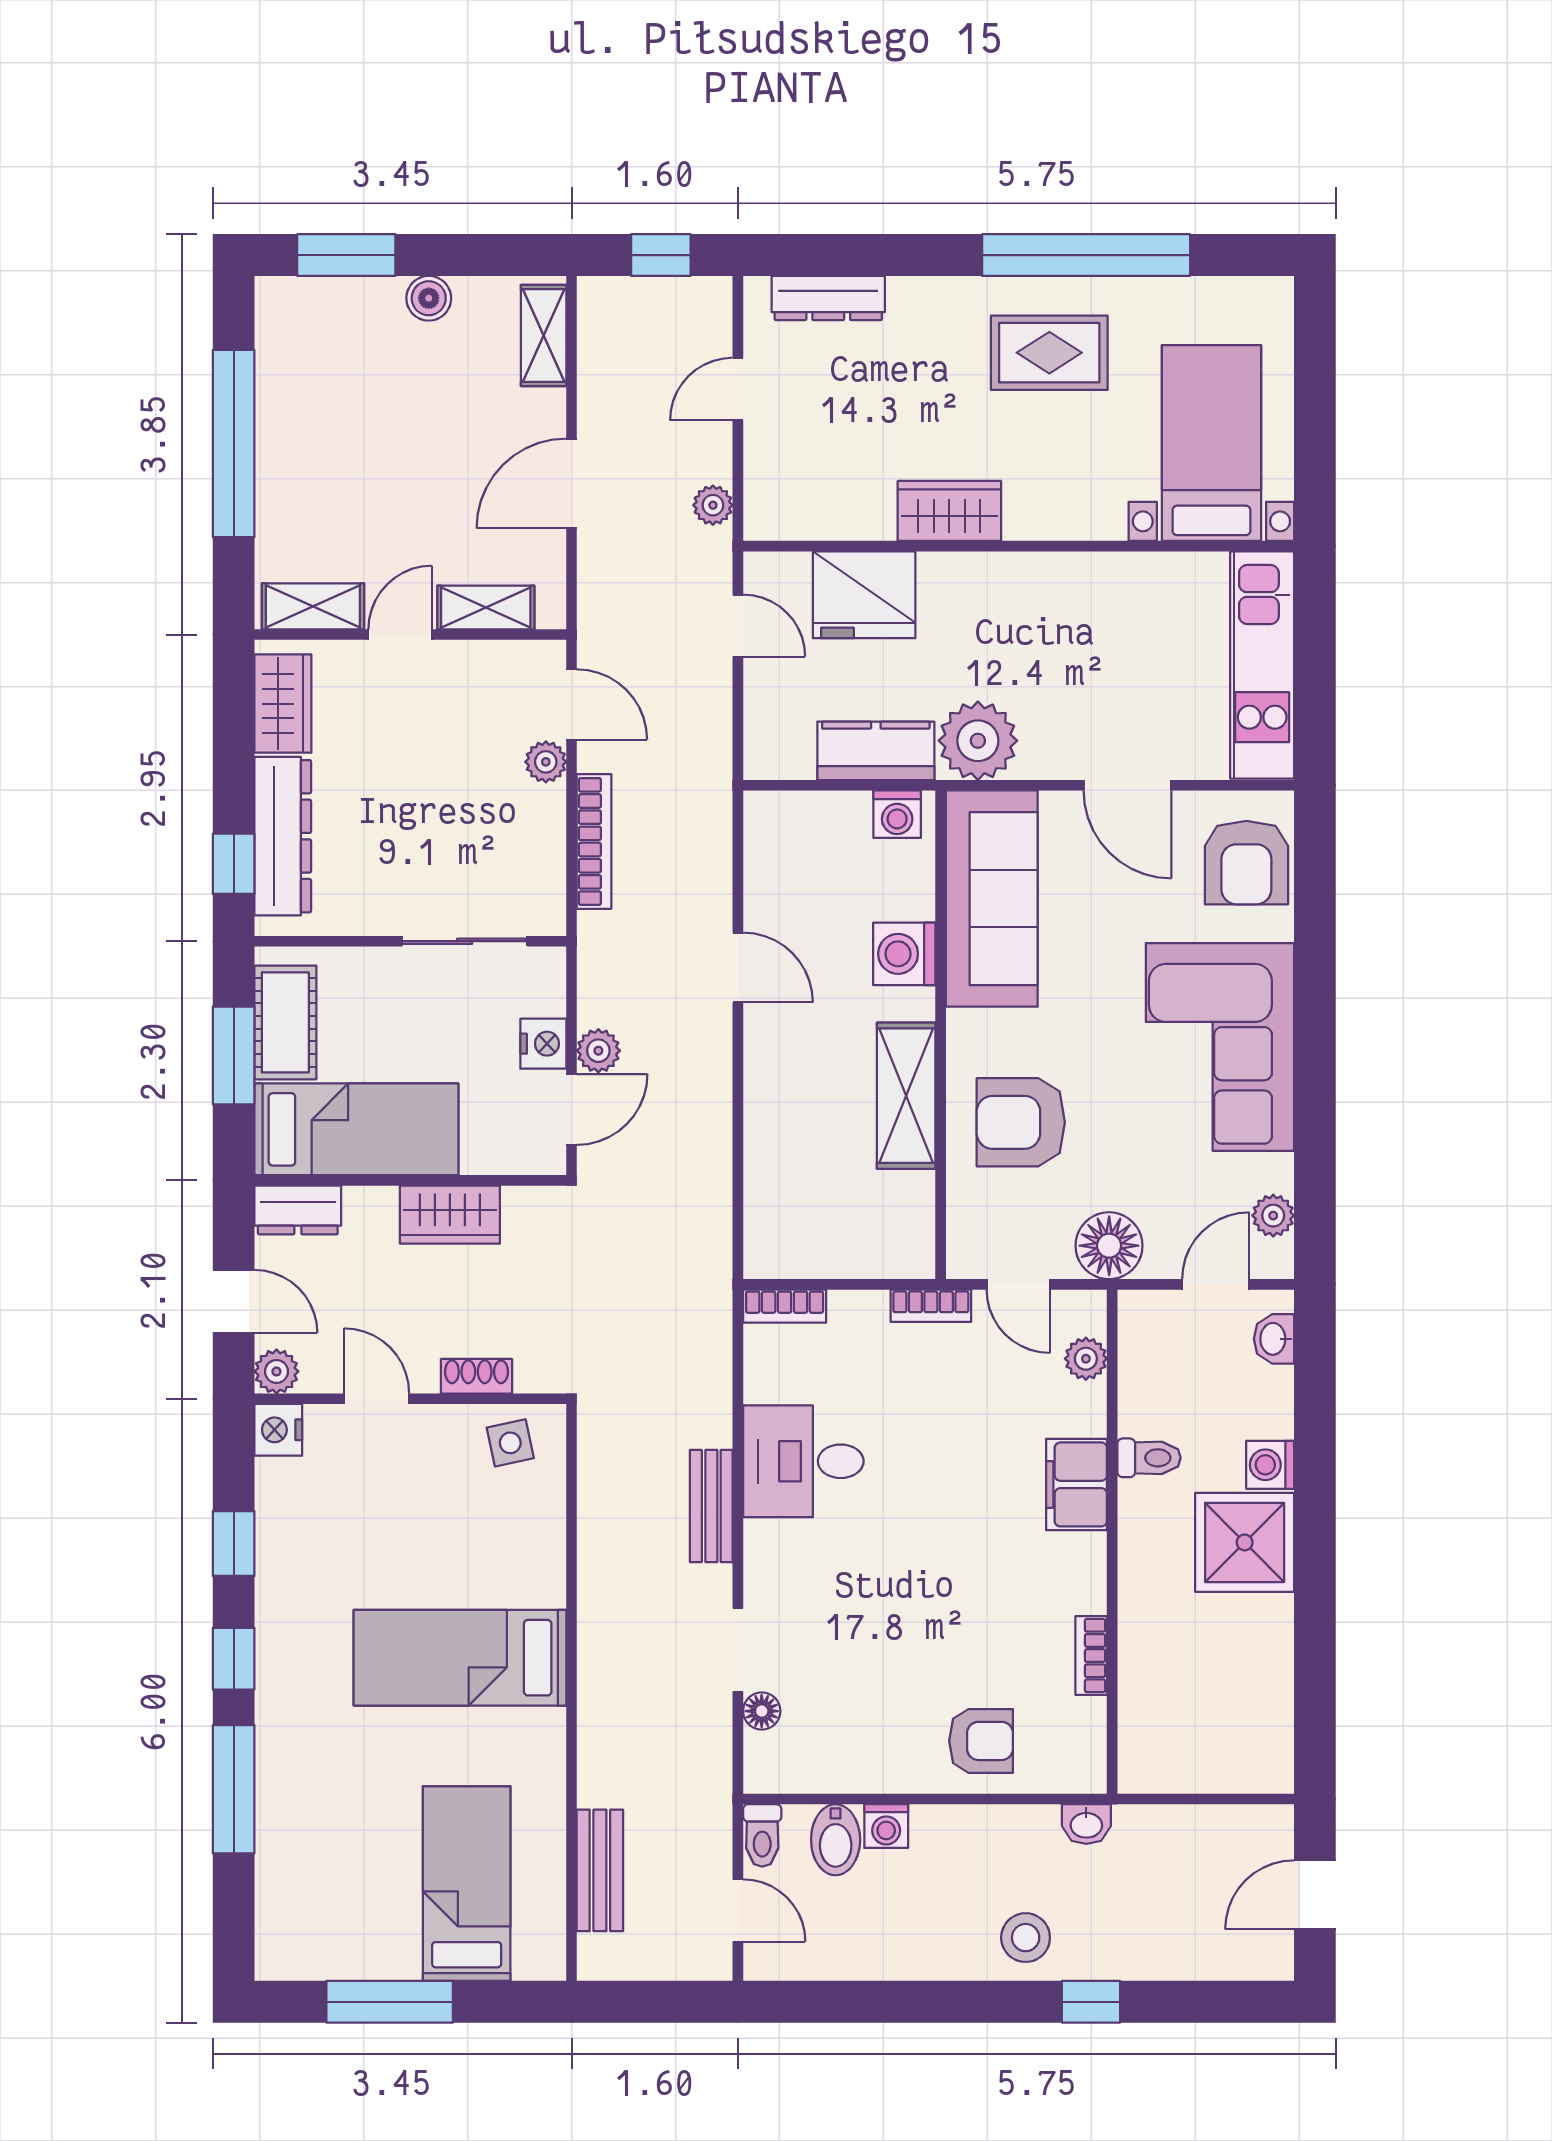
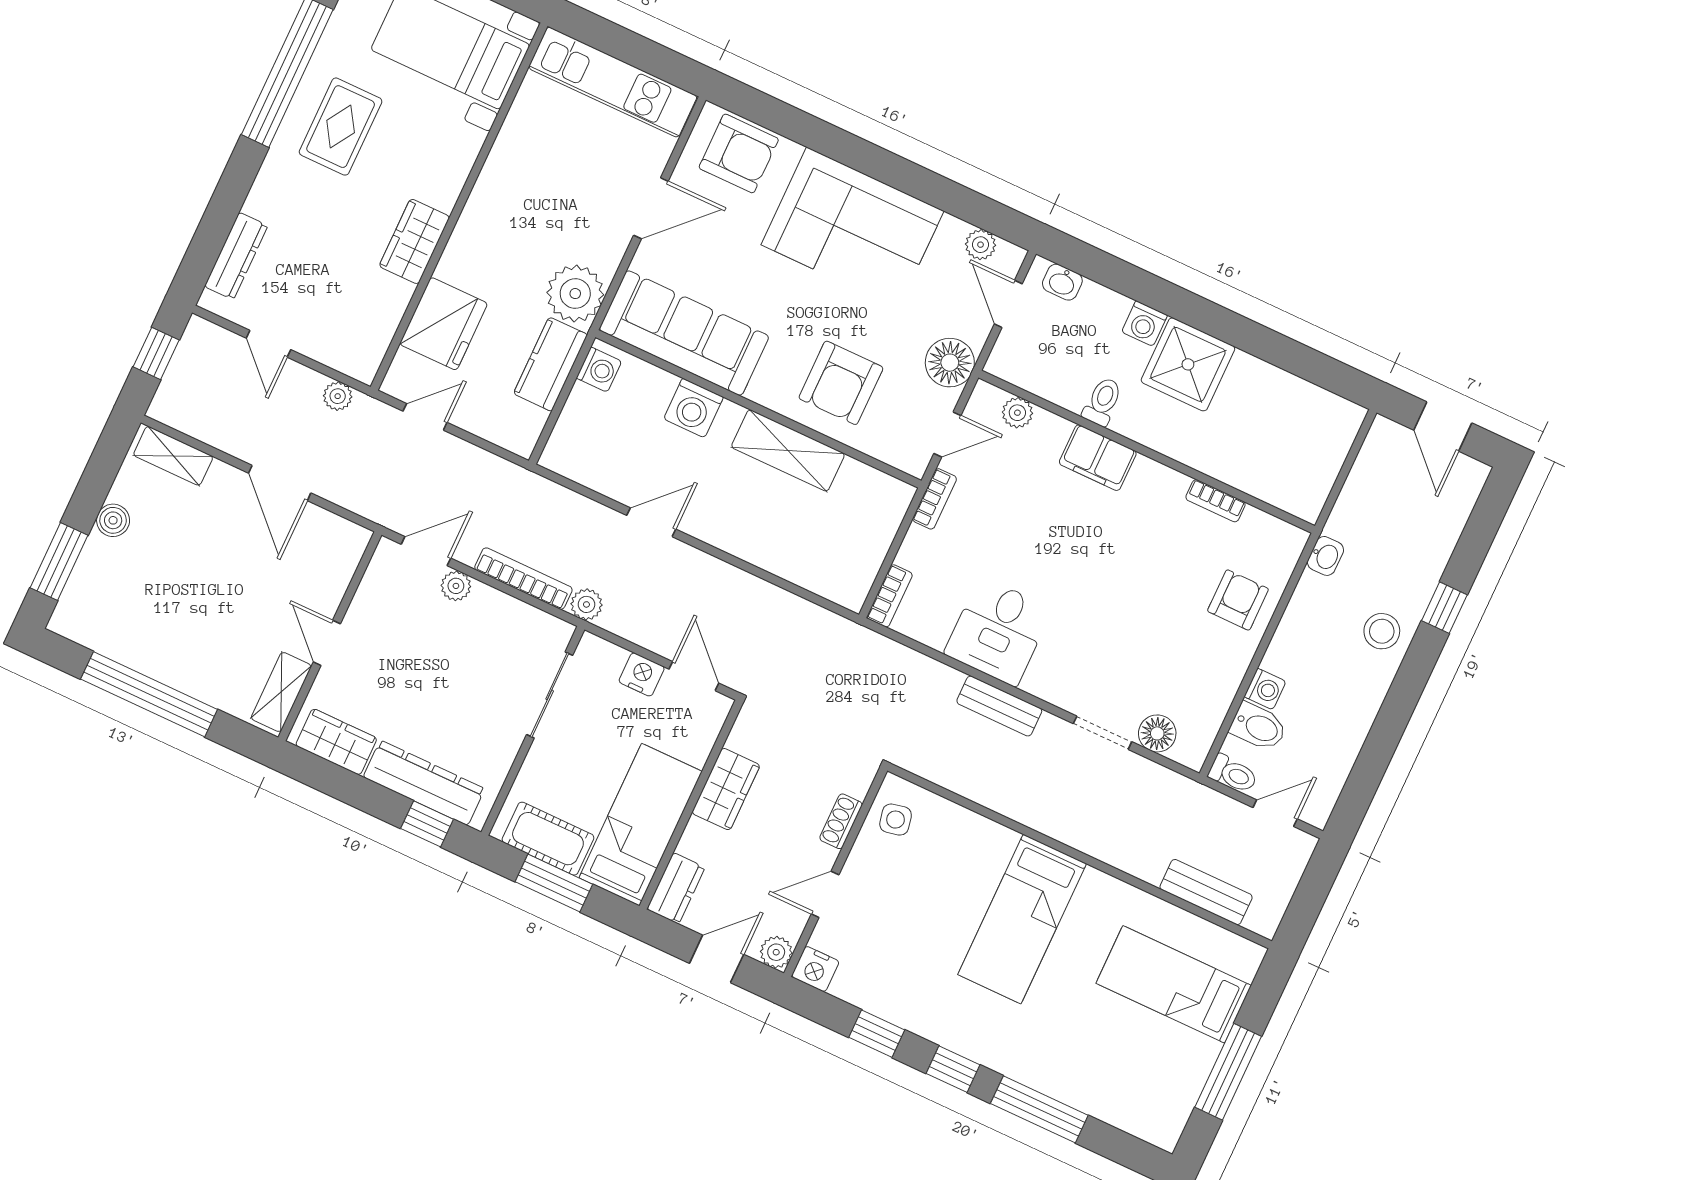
shelving: (486, 607) -> (335, 578), removed
plant: (598, 1051) -> (586, 604), moved
floor lamp: (762, 1711) -> (1157, 733), width x1.37, depth x1.37

